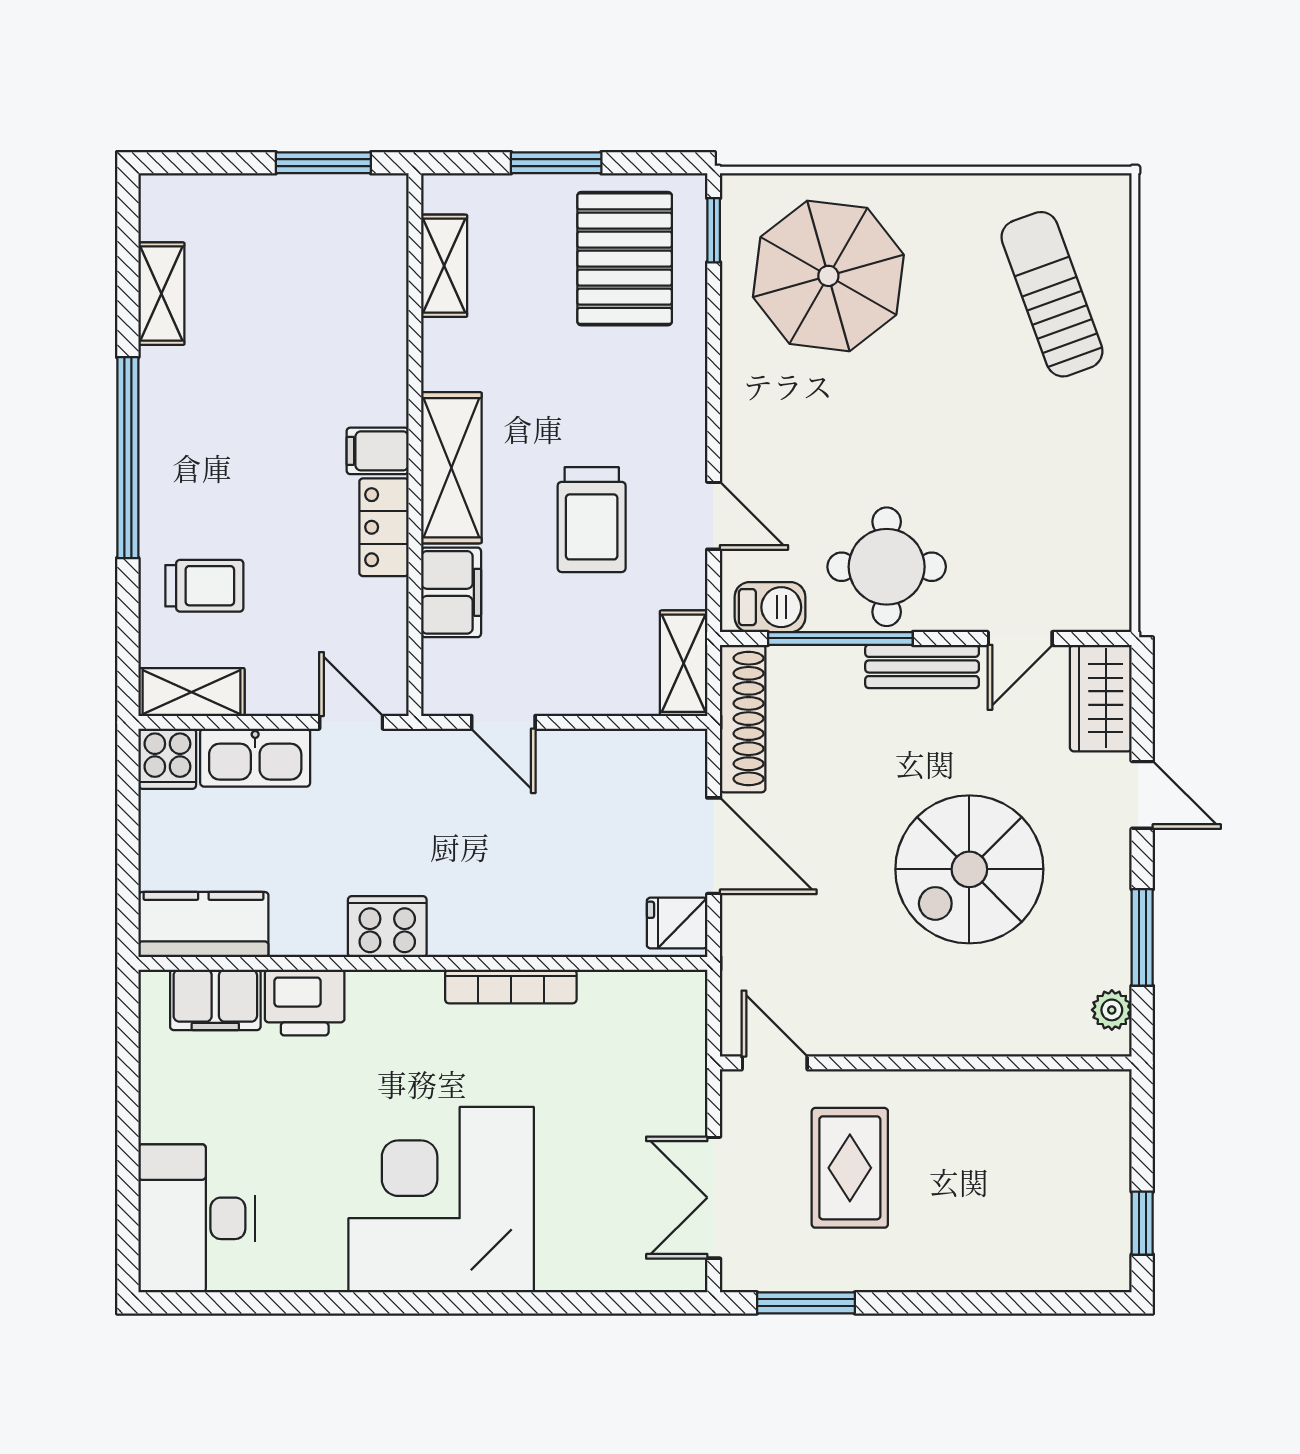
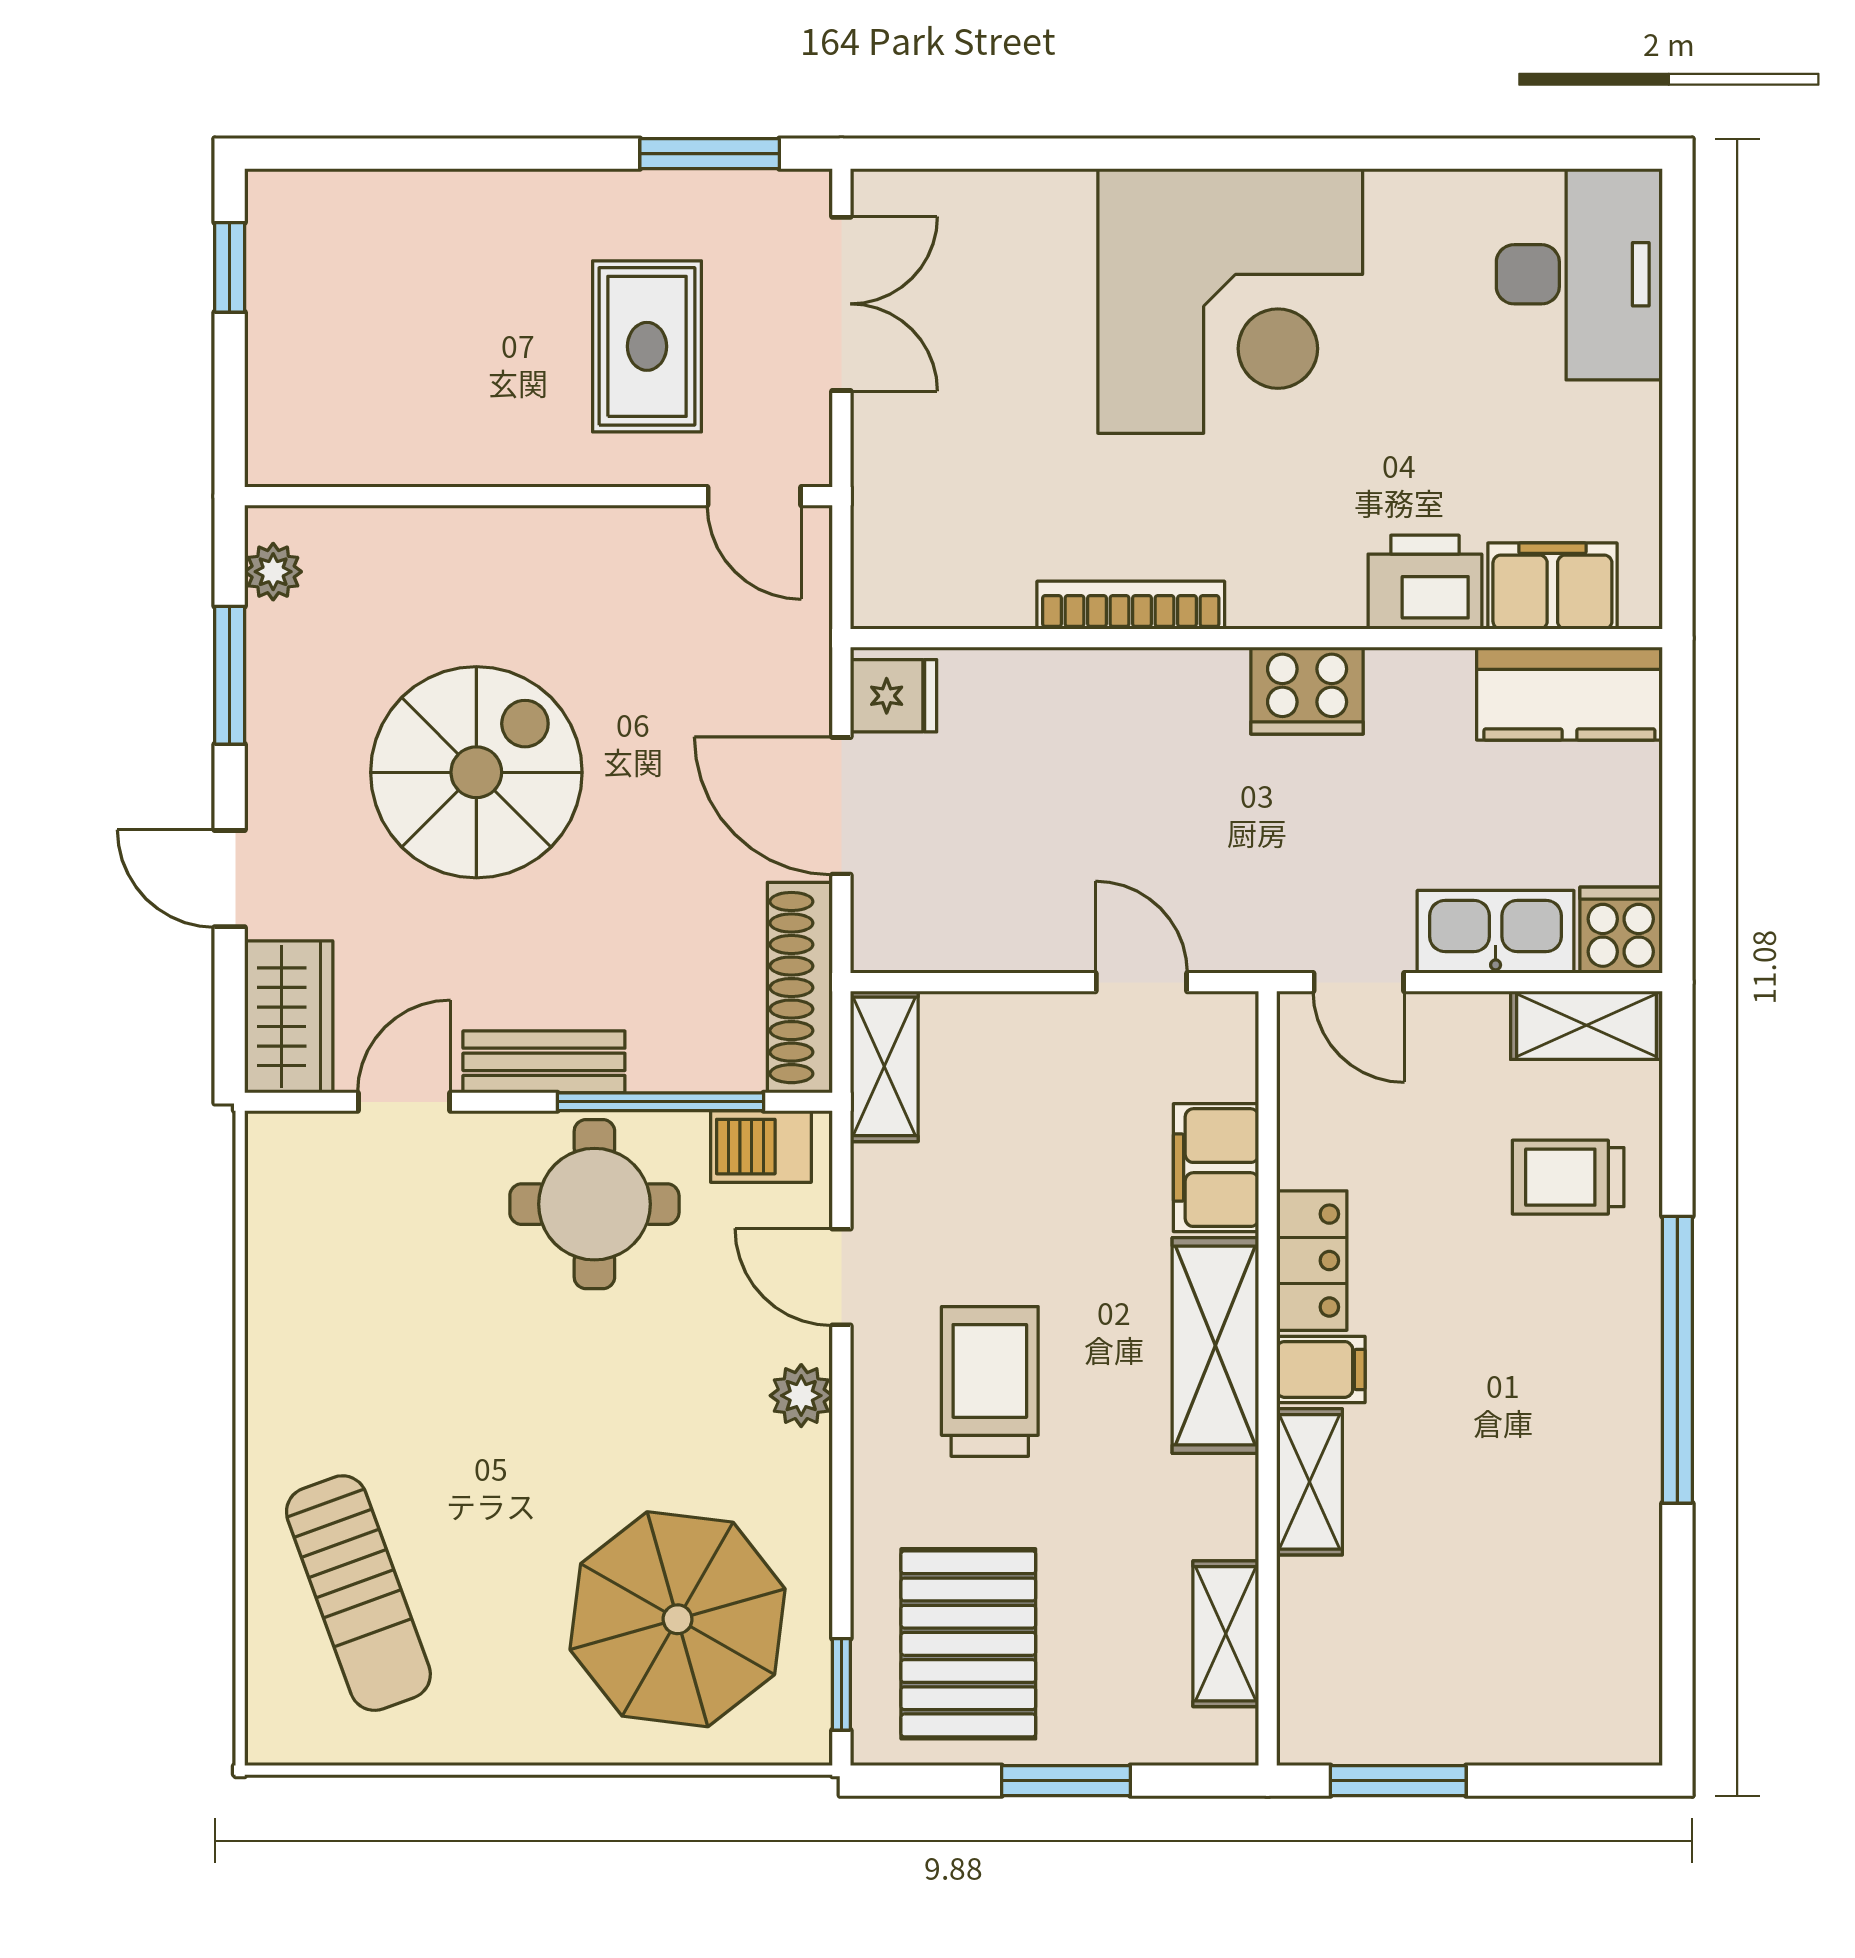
shelving: (161, 294) -> (1309, 1482), moved
plant: (742, 433) -> (801, 1396), added
trolley: (592, 520) -> (990, 1381), moved

